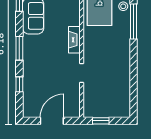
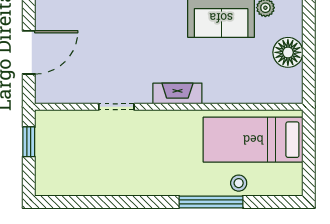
door: (52, 121) -> (29, 52), hinge flipped

